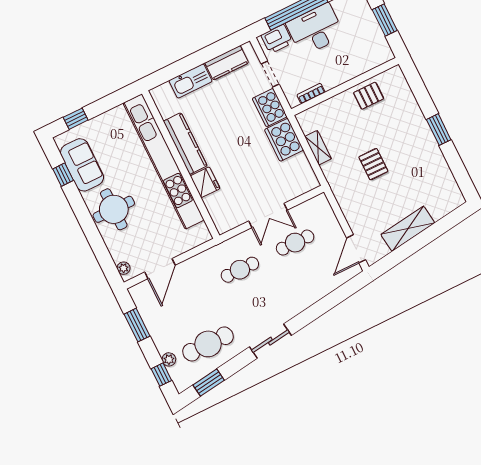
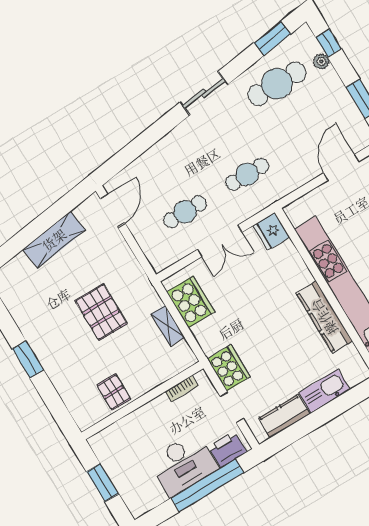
pallet: (369, 96) -> (114, 392), turned 90
cooker: (284, 140) -> (191, 302), moved
pallet: (373, 164) -> (101, 312), width x1.50, depth x1.42
fridge: (205, 182) -> (271, 231), moved
double door: (268, 215) -> (220, 241), swing flipped

